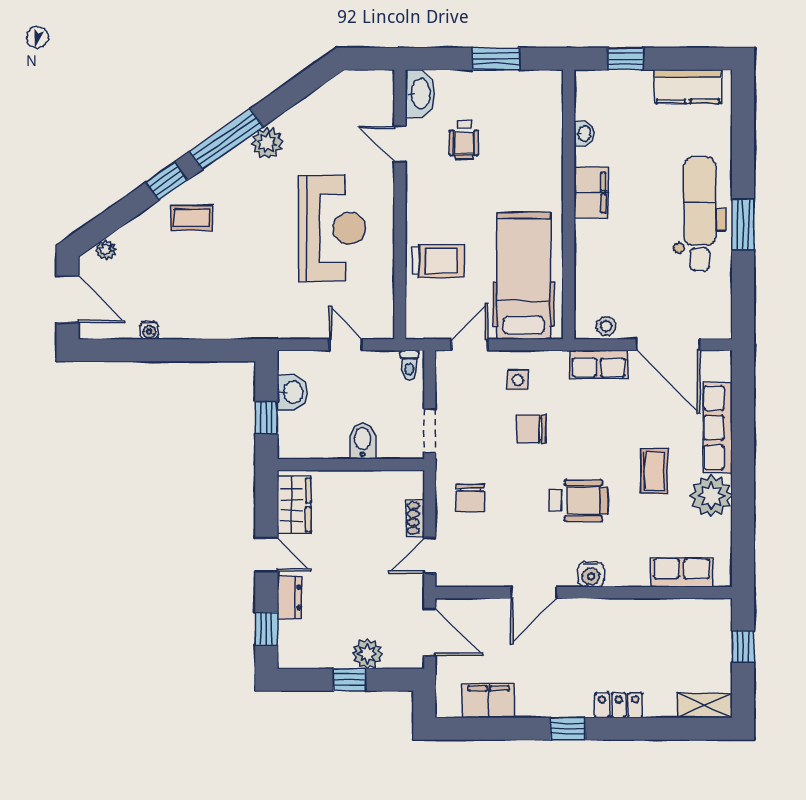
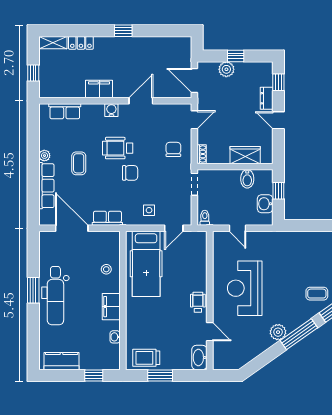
wheelchair: (464, 140) -> (198, 302), moved
trolley: (438, 261) -> (146, 358), moved
stool: (606, 326) -> (106, 269), moved
chair: (532, 429) -> (130, 173), moved
bidet: (363, 441) -> (247, 179), moved
plant: (711, 496) -> (44, 156), width x0.53, depth x0.53
wardrobe: (294, 505) -> (245, 155), moved, turned 90
shoe rack: (415, 518) -> (202, 154), moved
filing cabinet: (488, 700) -> (99, 89), moved, turned 180
locker: (619, 705) -> (81, 43), moved

